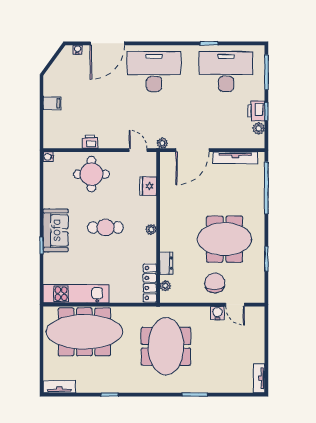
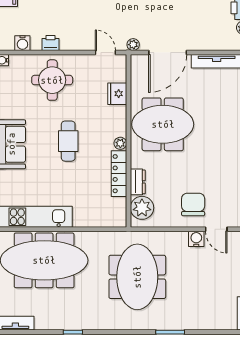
water cooler: (65, 142) -> (22, 43), added
cafe table: (105, 228) -> (68, 141), turned 90
meeting table: (225, 239) -> (163, 124), moved
locker: (150, 283) -> (119, 174), moved
plant: (165, 286) -> (142, 208), width x1.88, depth x1.88

